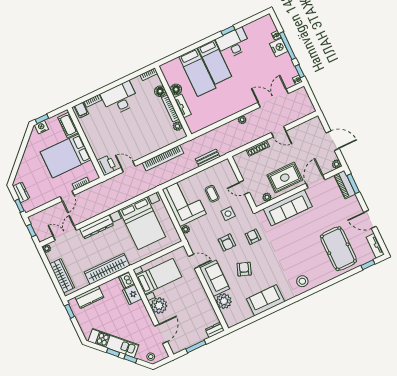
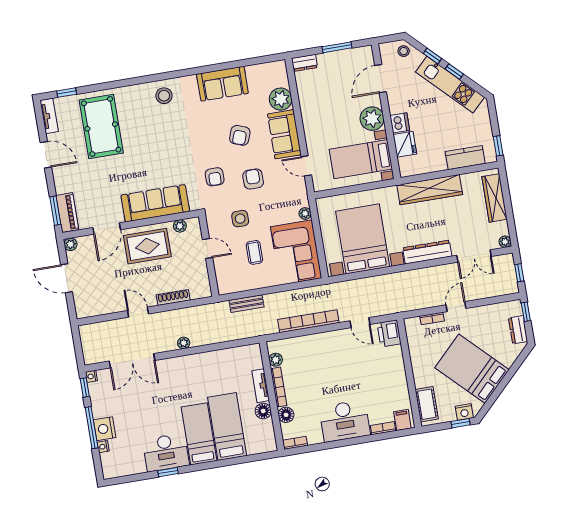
bed: (66, 156) -> (472, 369), moved, turned -135
dishwasher: (127, 280) -> (400, 123), moved

